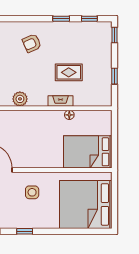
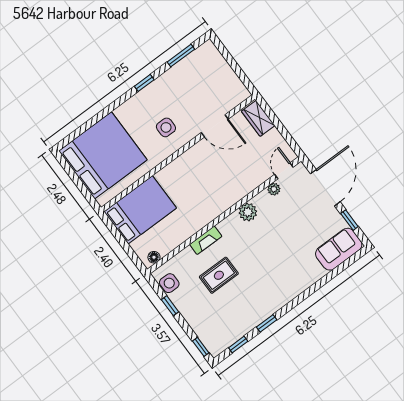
armchair: (32, 43) -> (278, 277), removed
side table: (104, 91) -> (169, 283), added
floor lamp: (69, 115) -> (154, 257), moved

